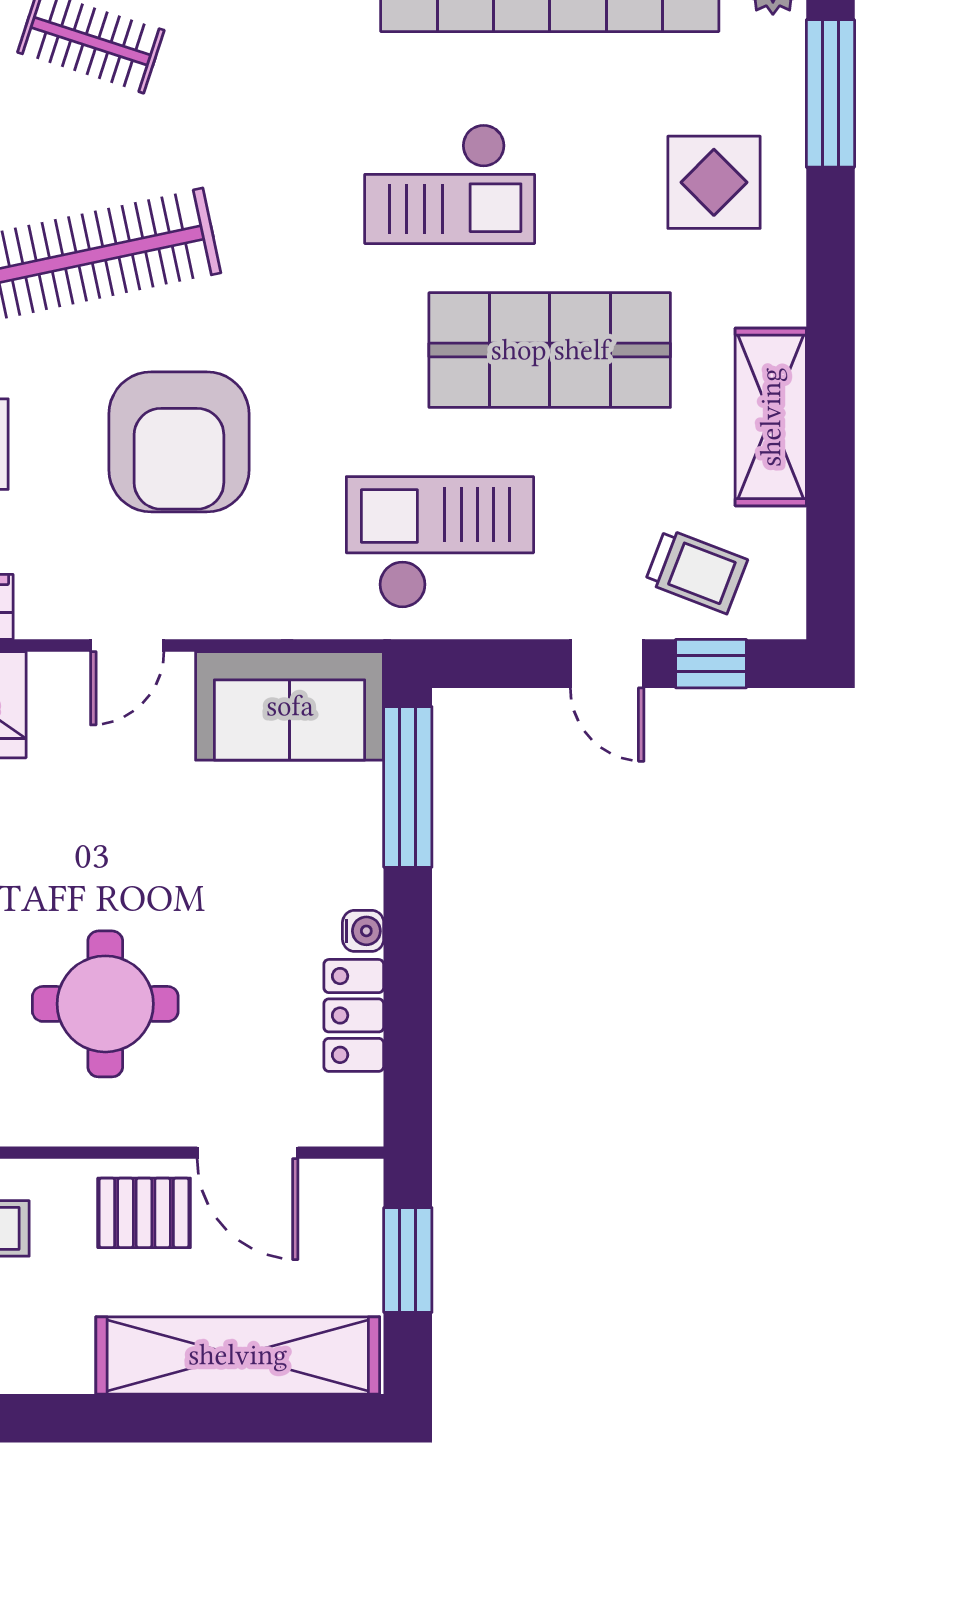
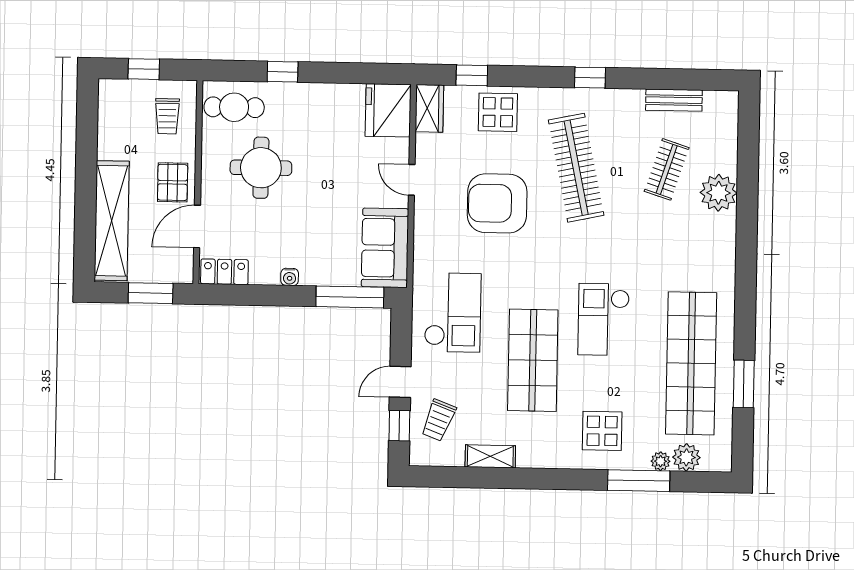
plant: (783, 42) -> (661, 461), added
shelving: (771, 417) -> (490, 456), width x0.67, depth x0.75
locker: (354, 1015) -> (224, 272), moved

